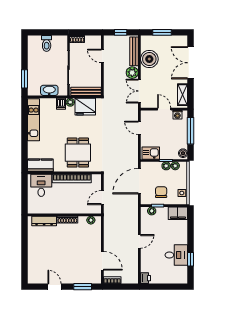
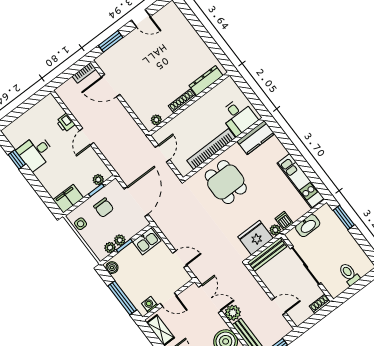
printer: (146, 278) -> (66, 123), moved

